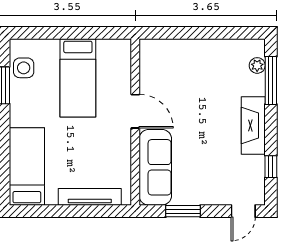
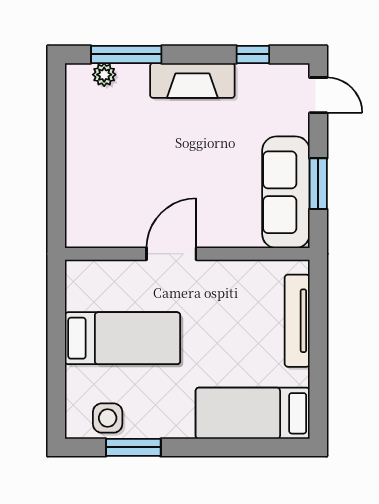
sofa: (155, 167) -> (286, 192), moved, turned -90

